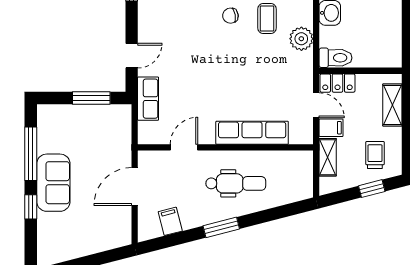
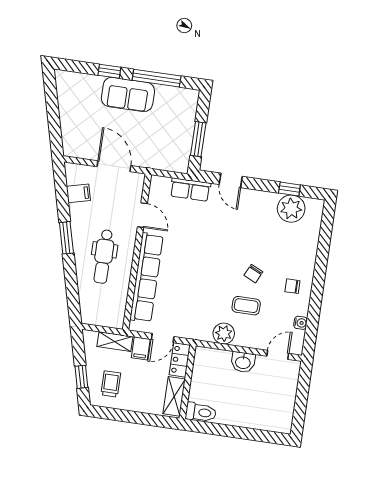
chair: (230, 16) -> (253, 274), turned -145
toilet: (336, 58) -> (201, 412), moved, turned -90
shelving: (392, 105) -> (174, 396), moved, turned 90
row of seats: (252, 133) -> (147, 278), width x1.36
trolley: (375, 155) -> (111, 384), turned -90

